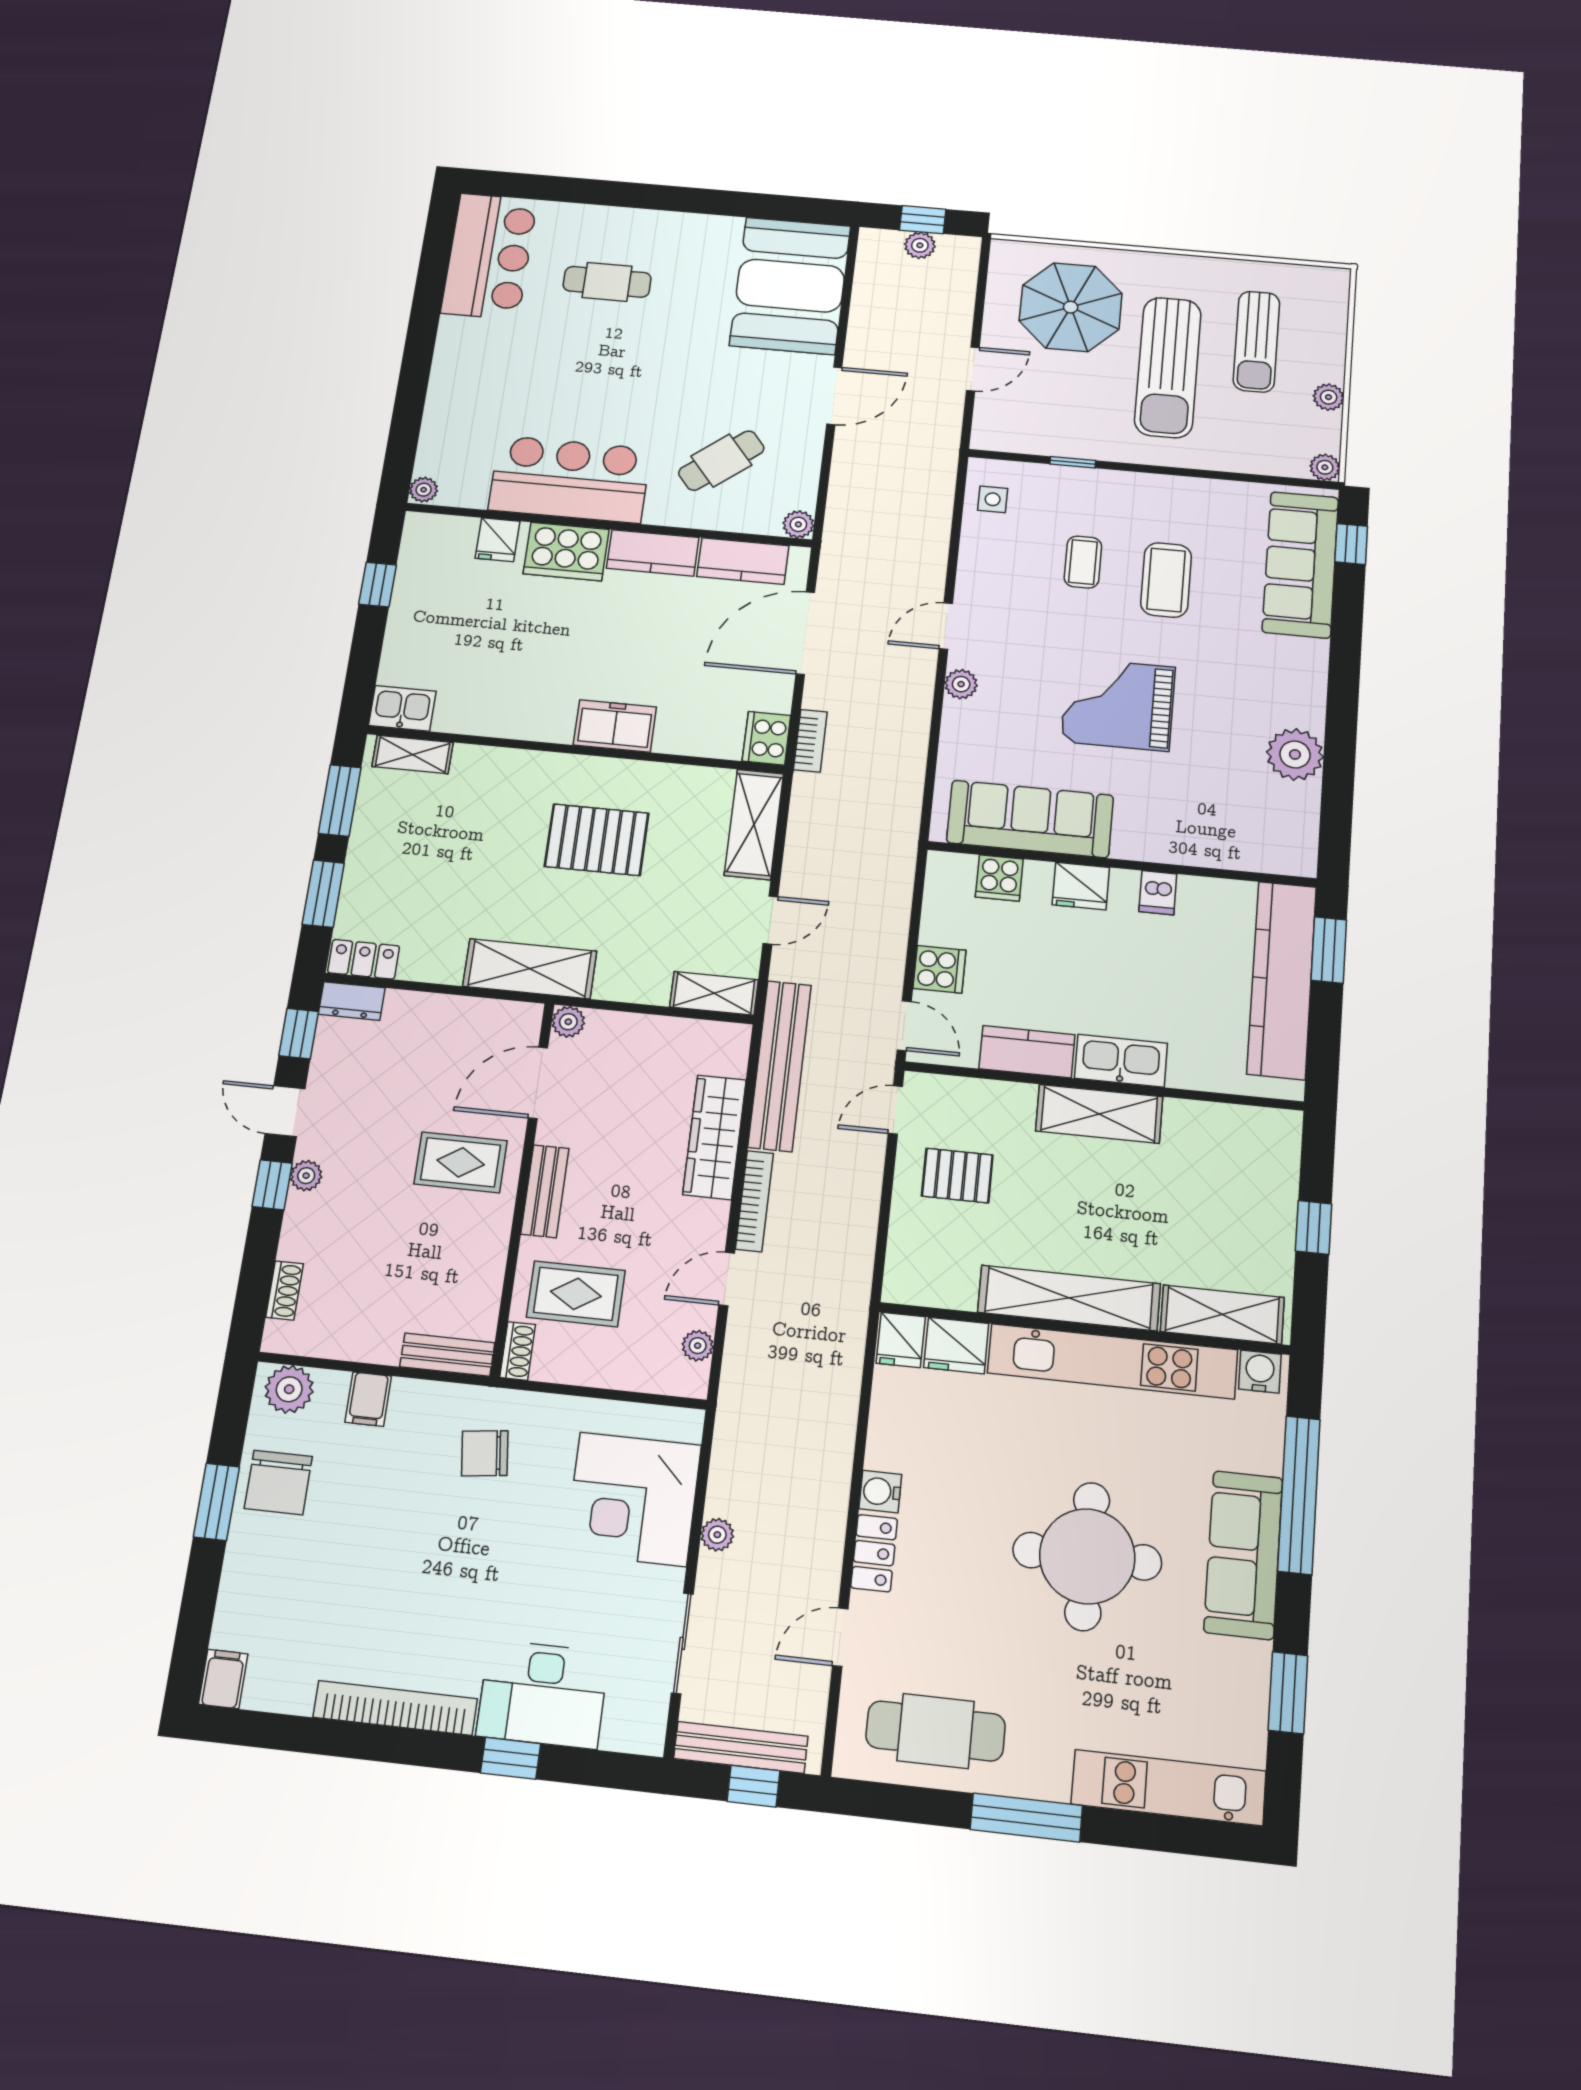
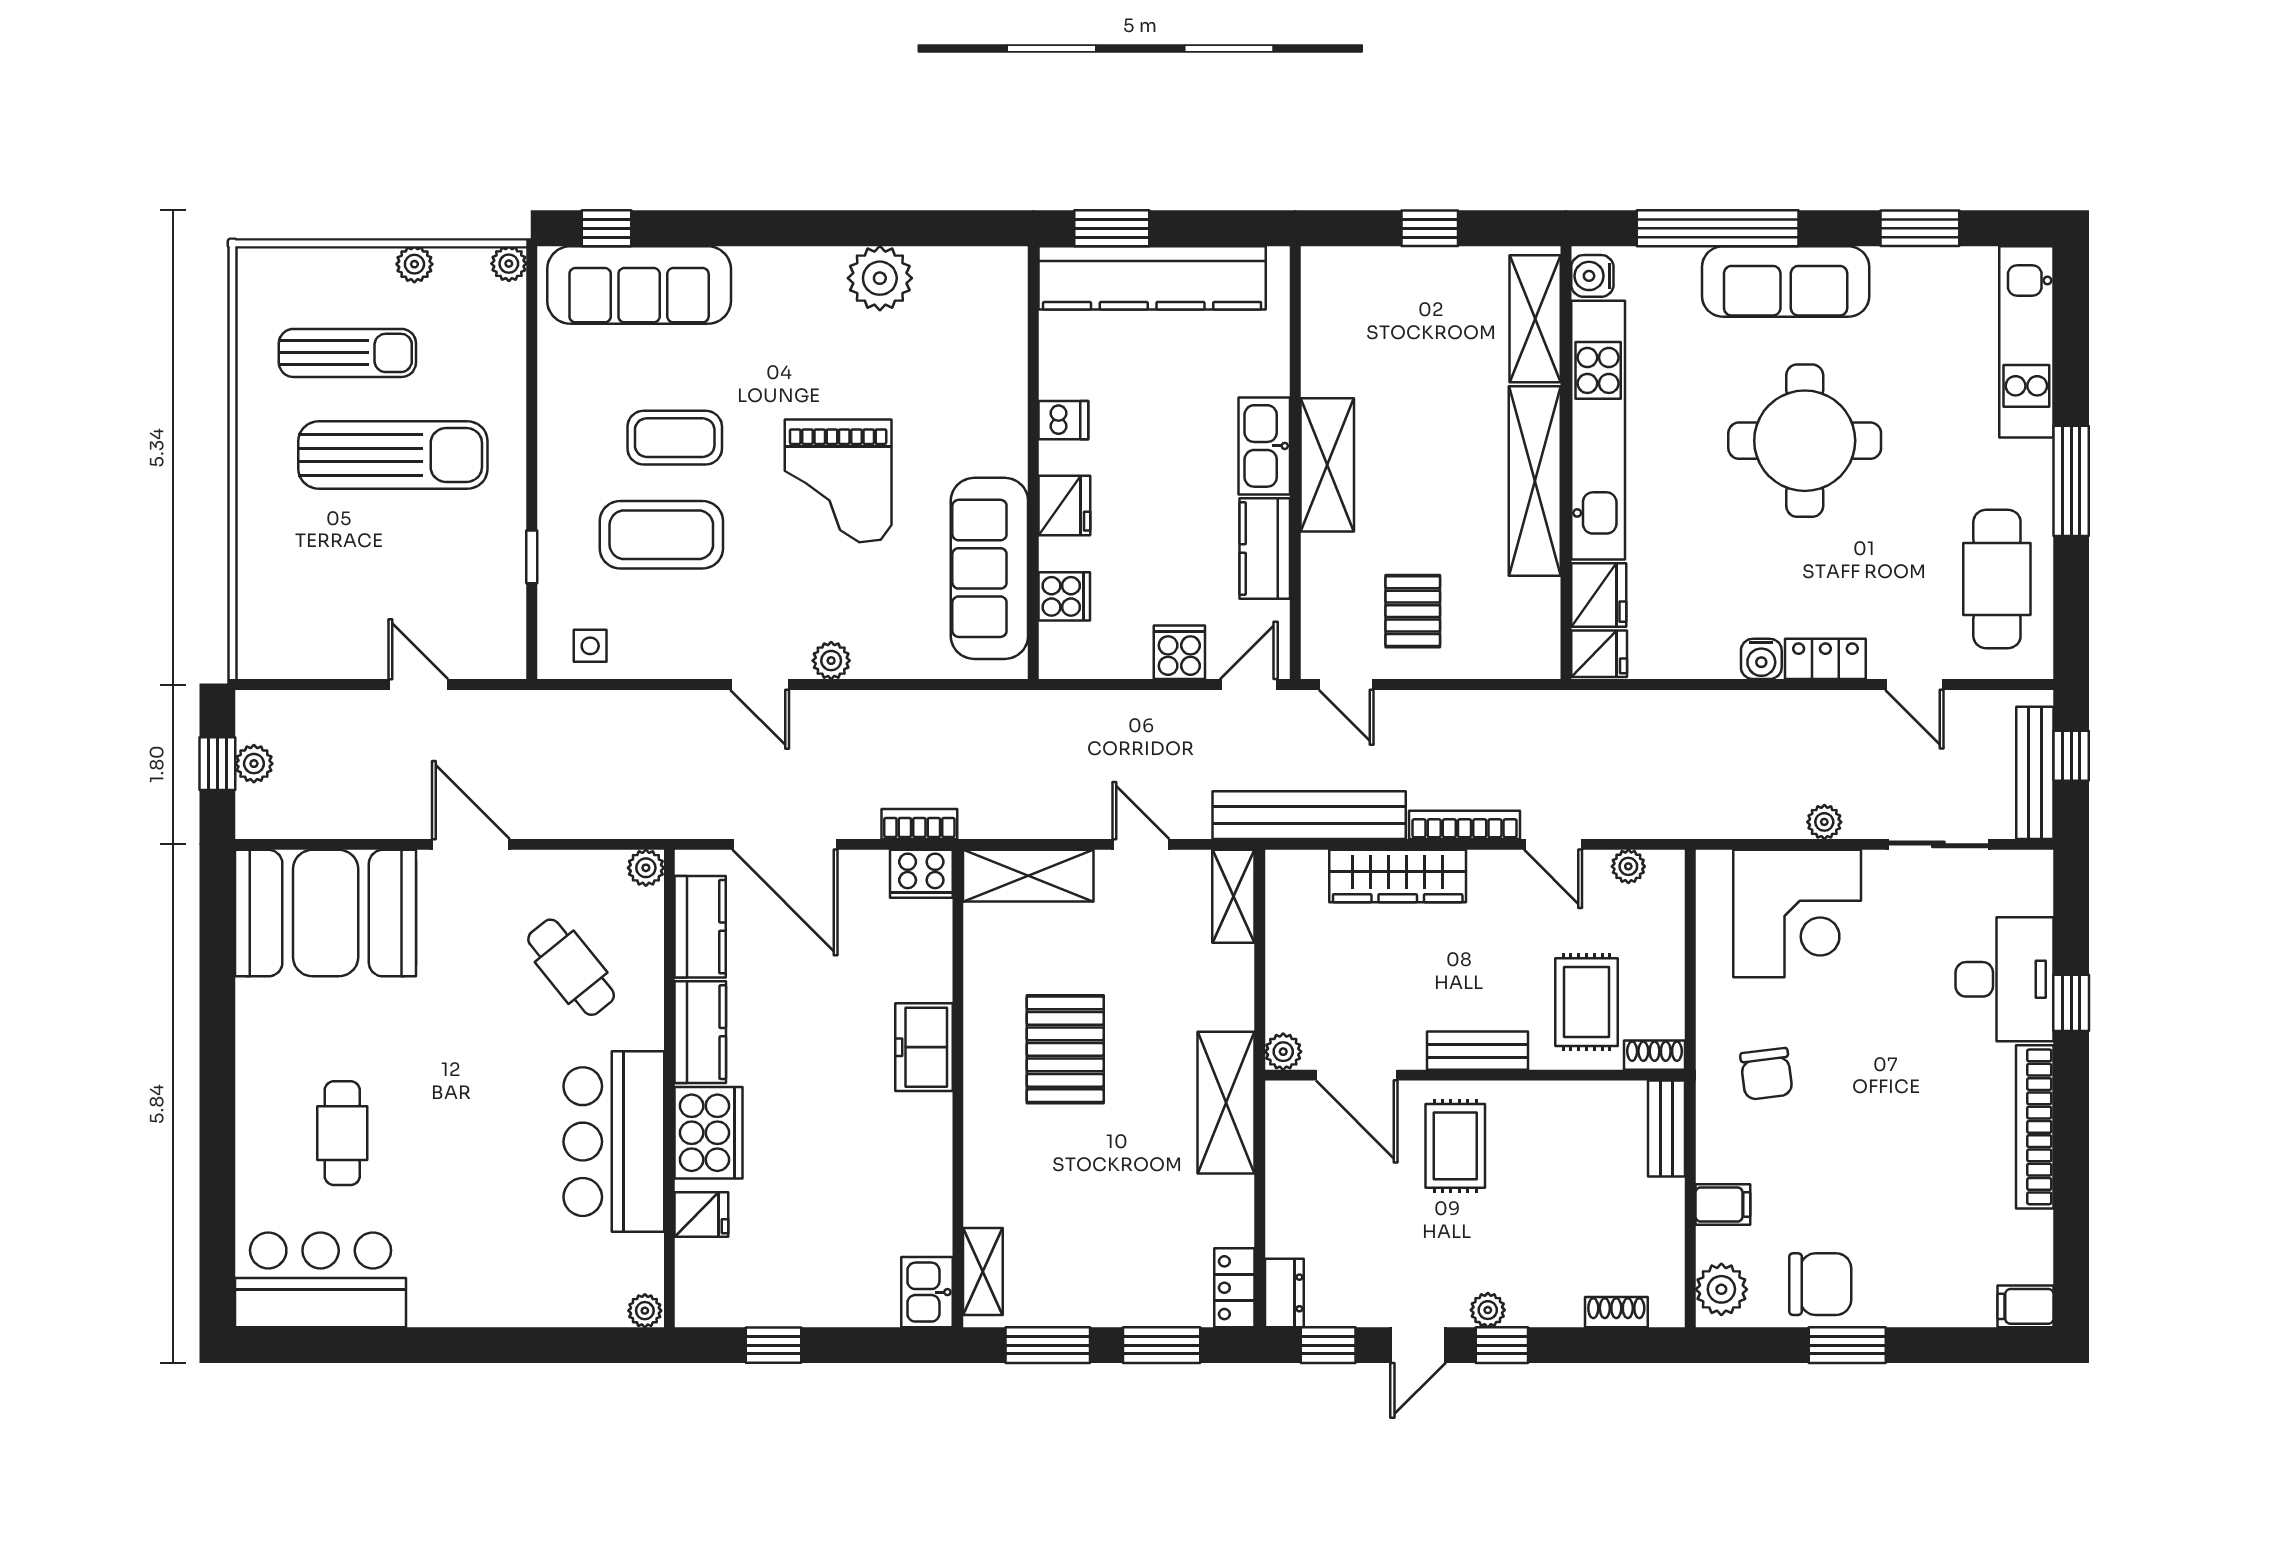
parasol: (1071, 307) -> (322, 576), removed
coffee table: (1083, 562) -> (661, 535), width x1.86, depth x1.72

